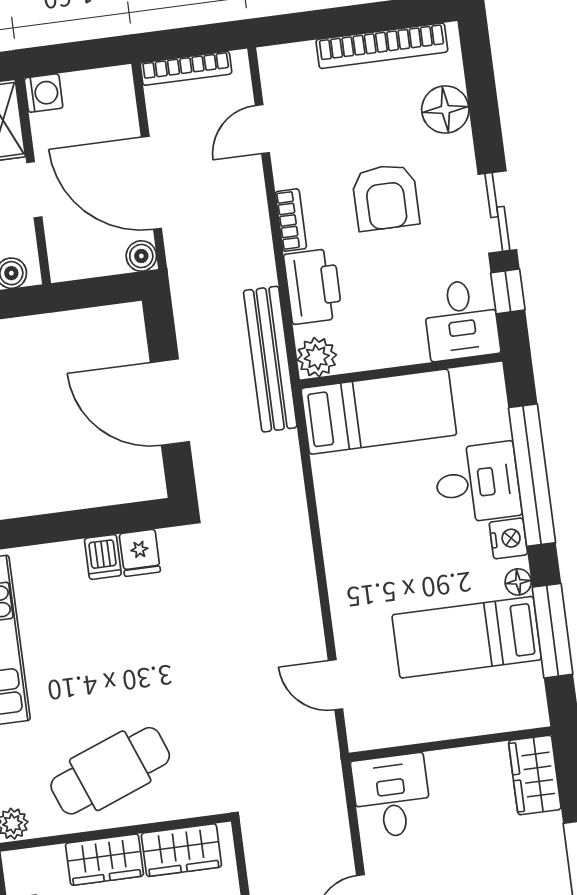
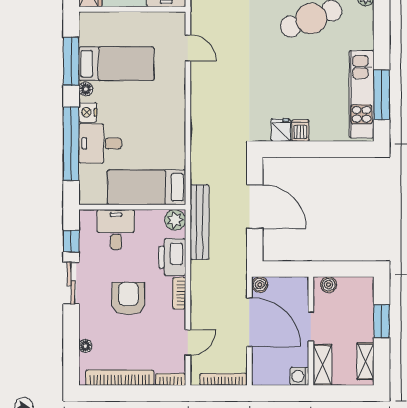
bookcase: (286, 55) -> (171, 379), added
floor lamp: (445, 110) -> (85, 346), width x0.53, depth x0.53
desk: (461, 320) -> (116, 229), moved

